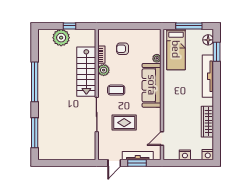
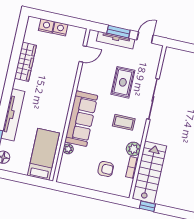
window: (69, 26) -> (147, 206), moved
window: (189, 26) -> (22, 178), removed
plant: (61, 38) -> (175, 198), removed
stairs: (86, 72) -> (149, 172), moved
rug: (124, 123) -> (123, 82), turned 90
nightstand: (208, 155) -> (46, 26), moved

